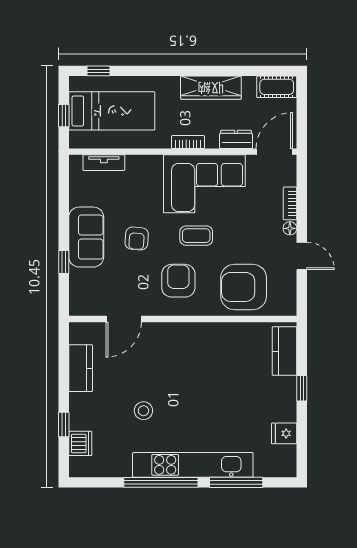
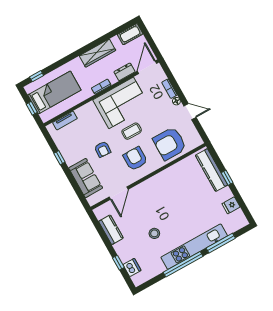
sofa: (86, 237) -> (86, 178), moved
window: (64, 262) -> (59, 158), moved
kitchen counter: (284, 351) -> (212, 170), width x1.50

